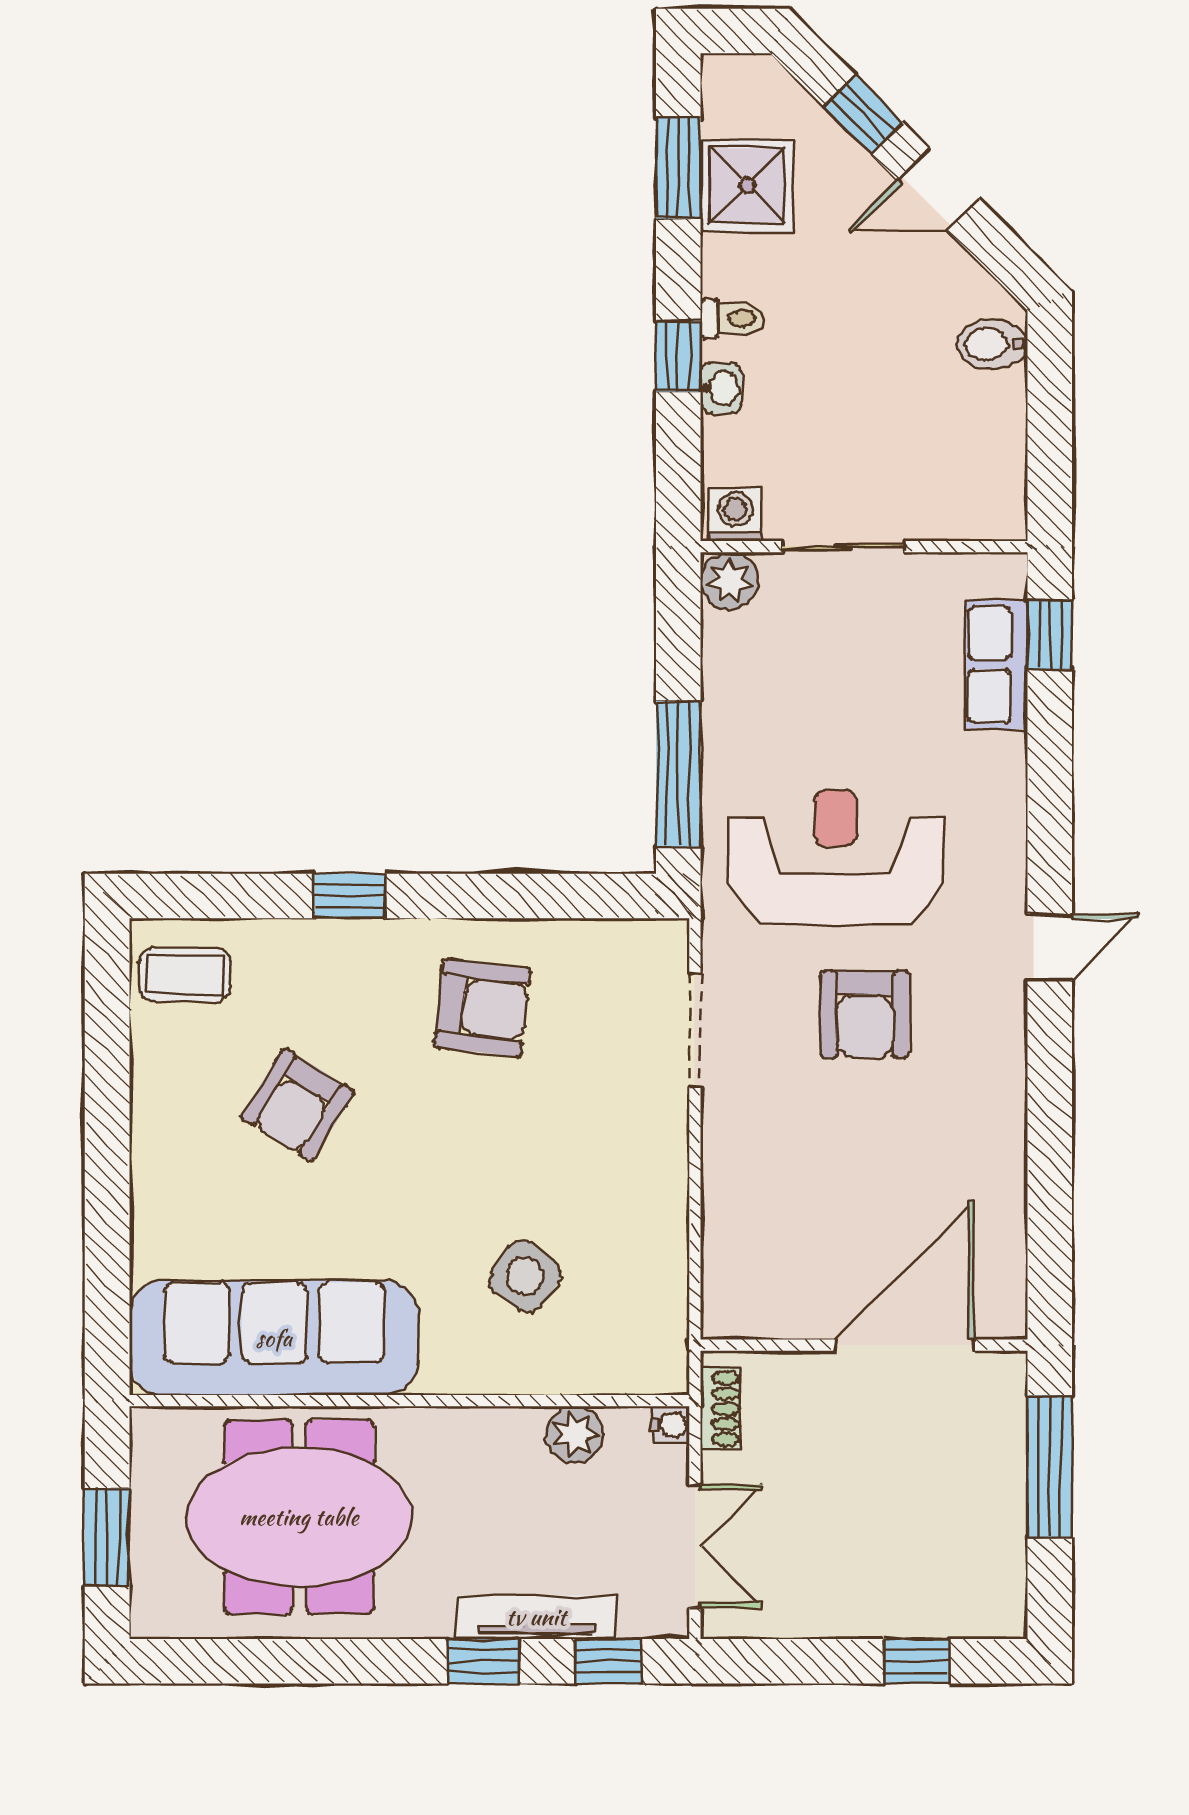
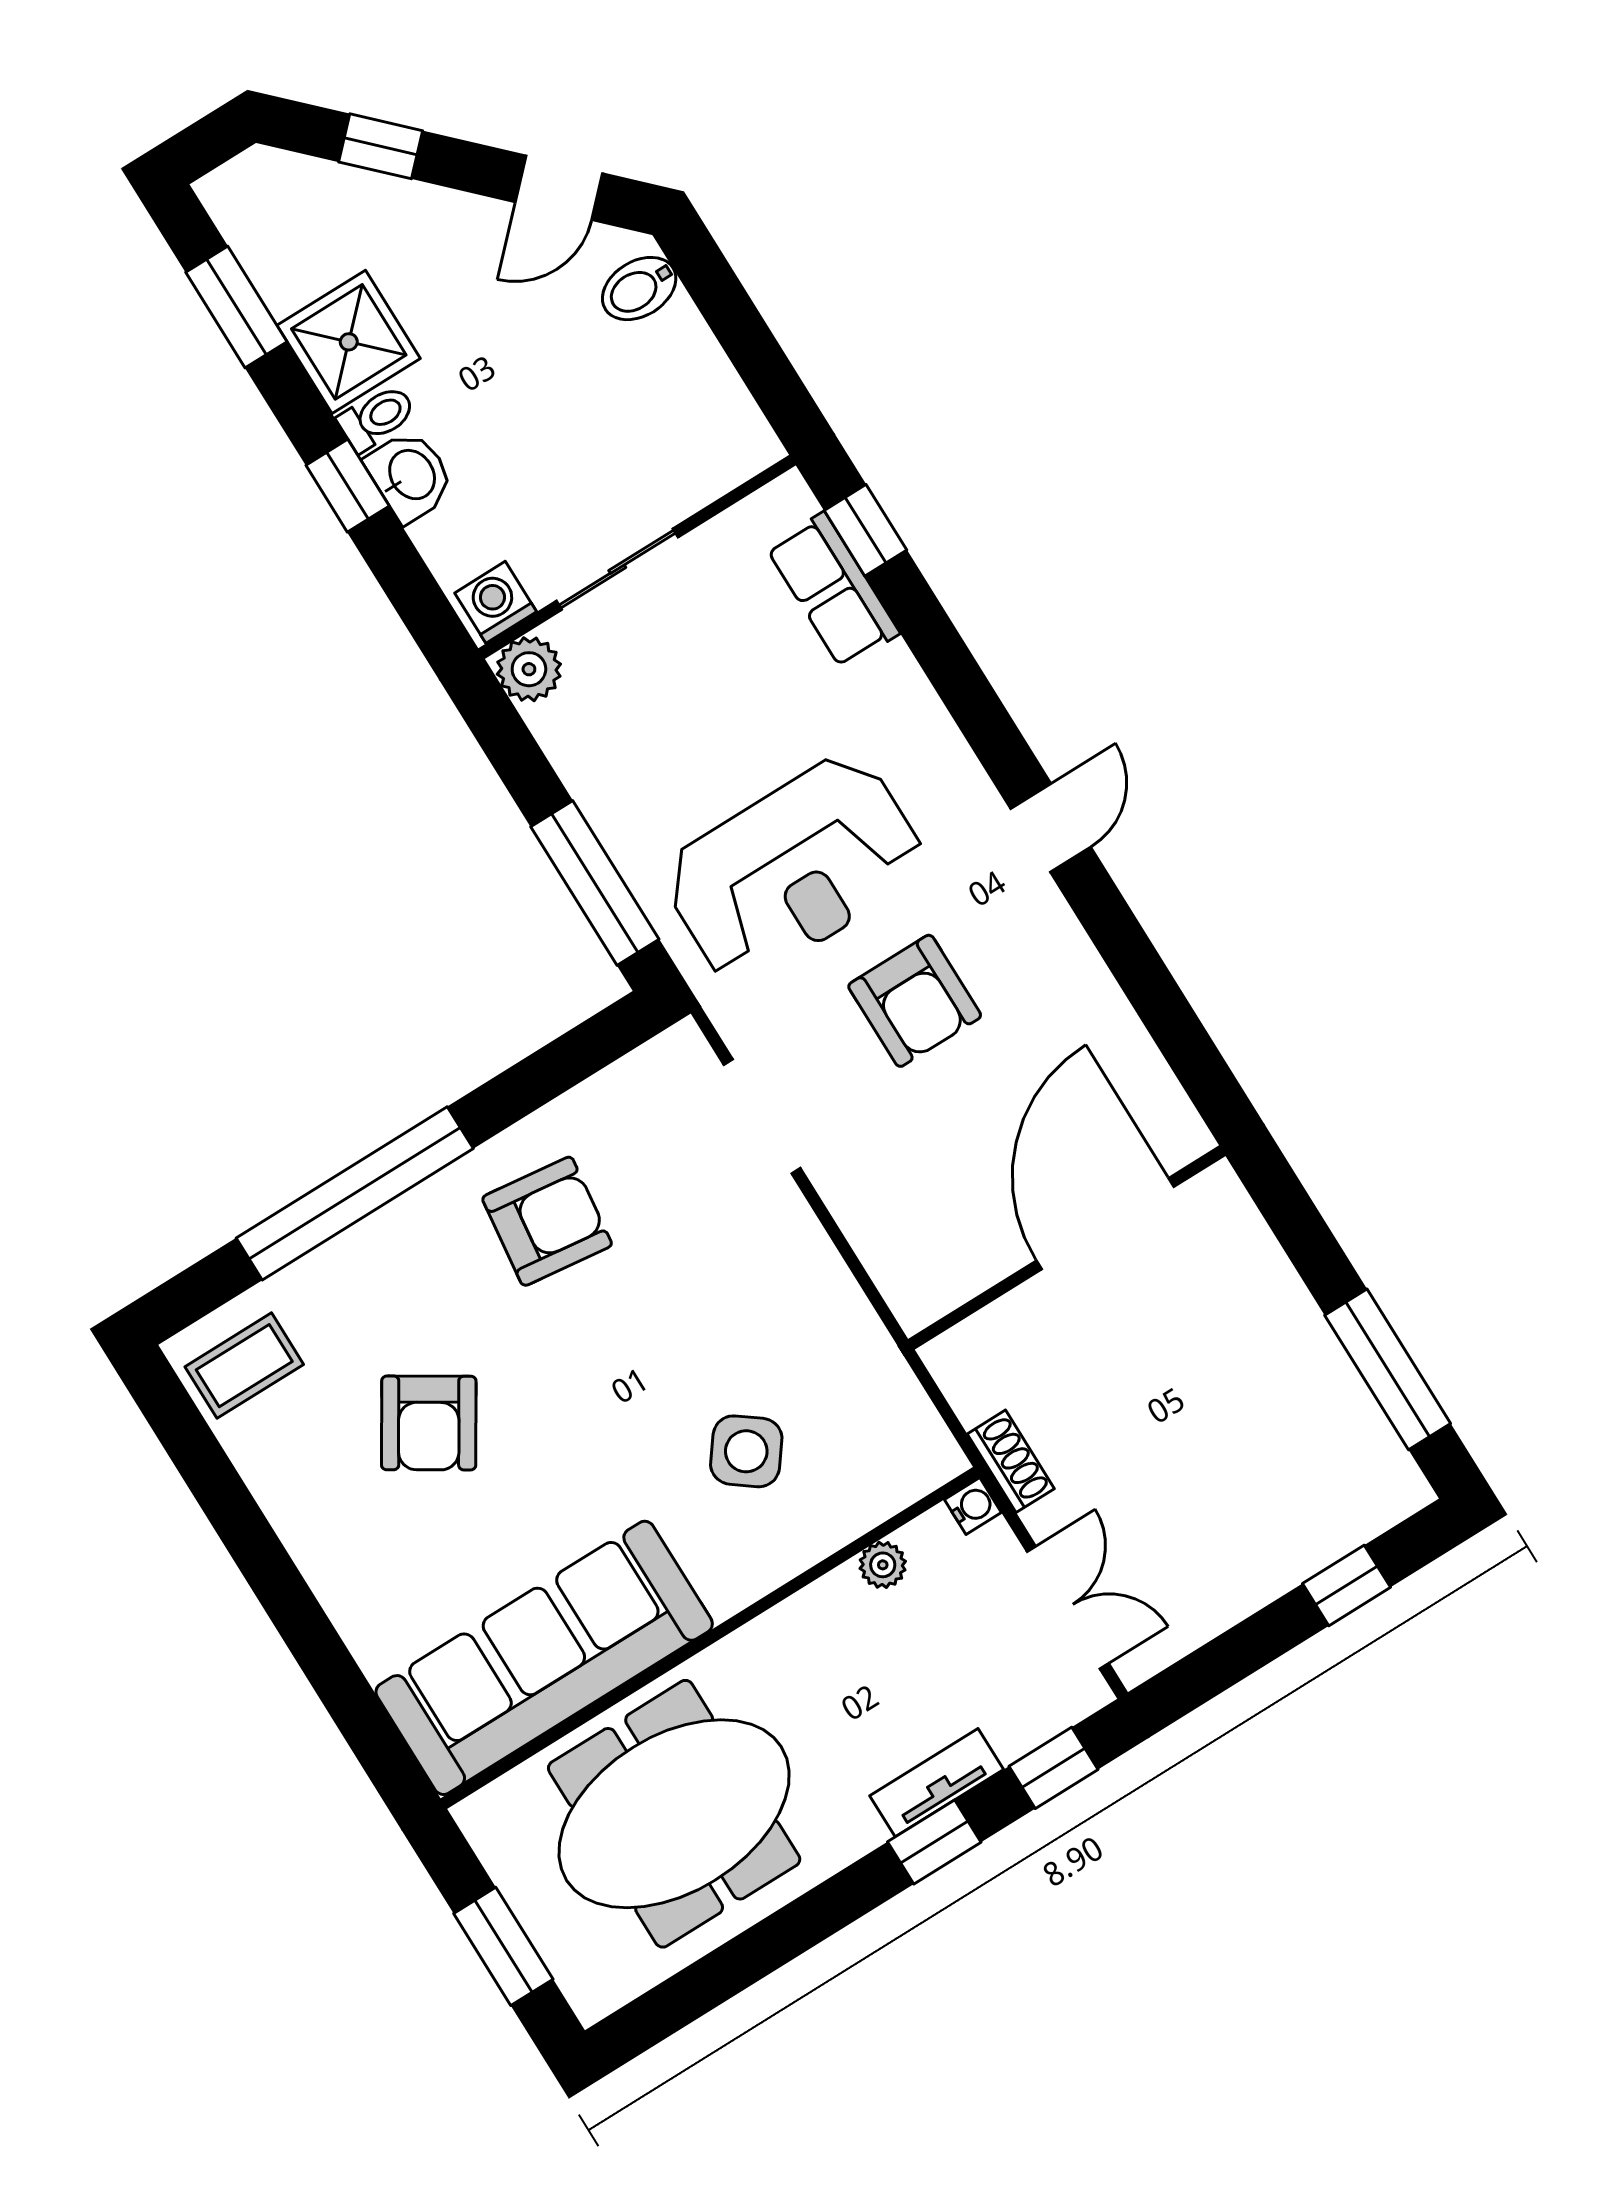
shower: (747, 185) -> (349, 342), moved
door: (938, 189) -> (559, 188), moved
washbasin: (721, 388) -> (410, 476), width x1.38, depth x1.45
reception desk: (836, 857) -> (794, 869), turned 180
window: (350, 896) -> (355, 1193), width x3.17
wall: (864, 1345) -> (1067, 1247), moved
door: (904, 1345) -> (1105, 1224), moved
plant: (575, 1435) -> (883, 1565), width x0.73, depth x0.73
window: (1050, 1467) -> (1388, 1369), moved
tv unit: (536, 1617) -> (937, 1783), width x0.71

